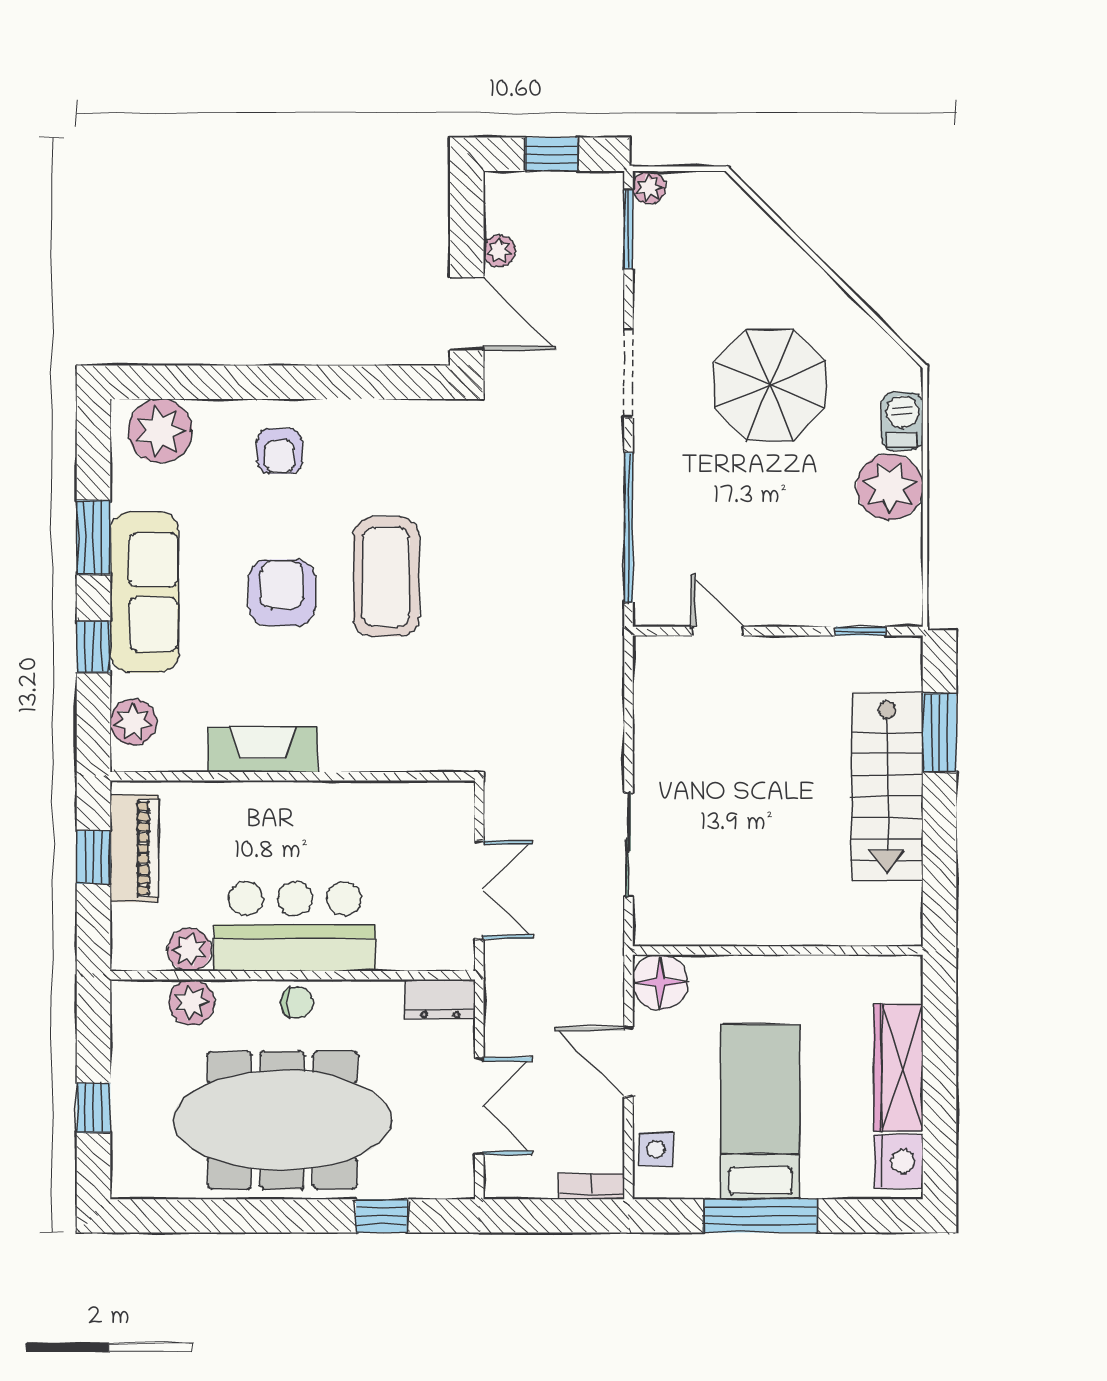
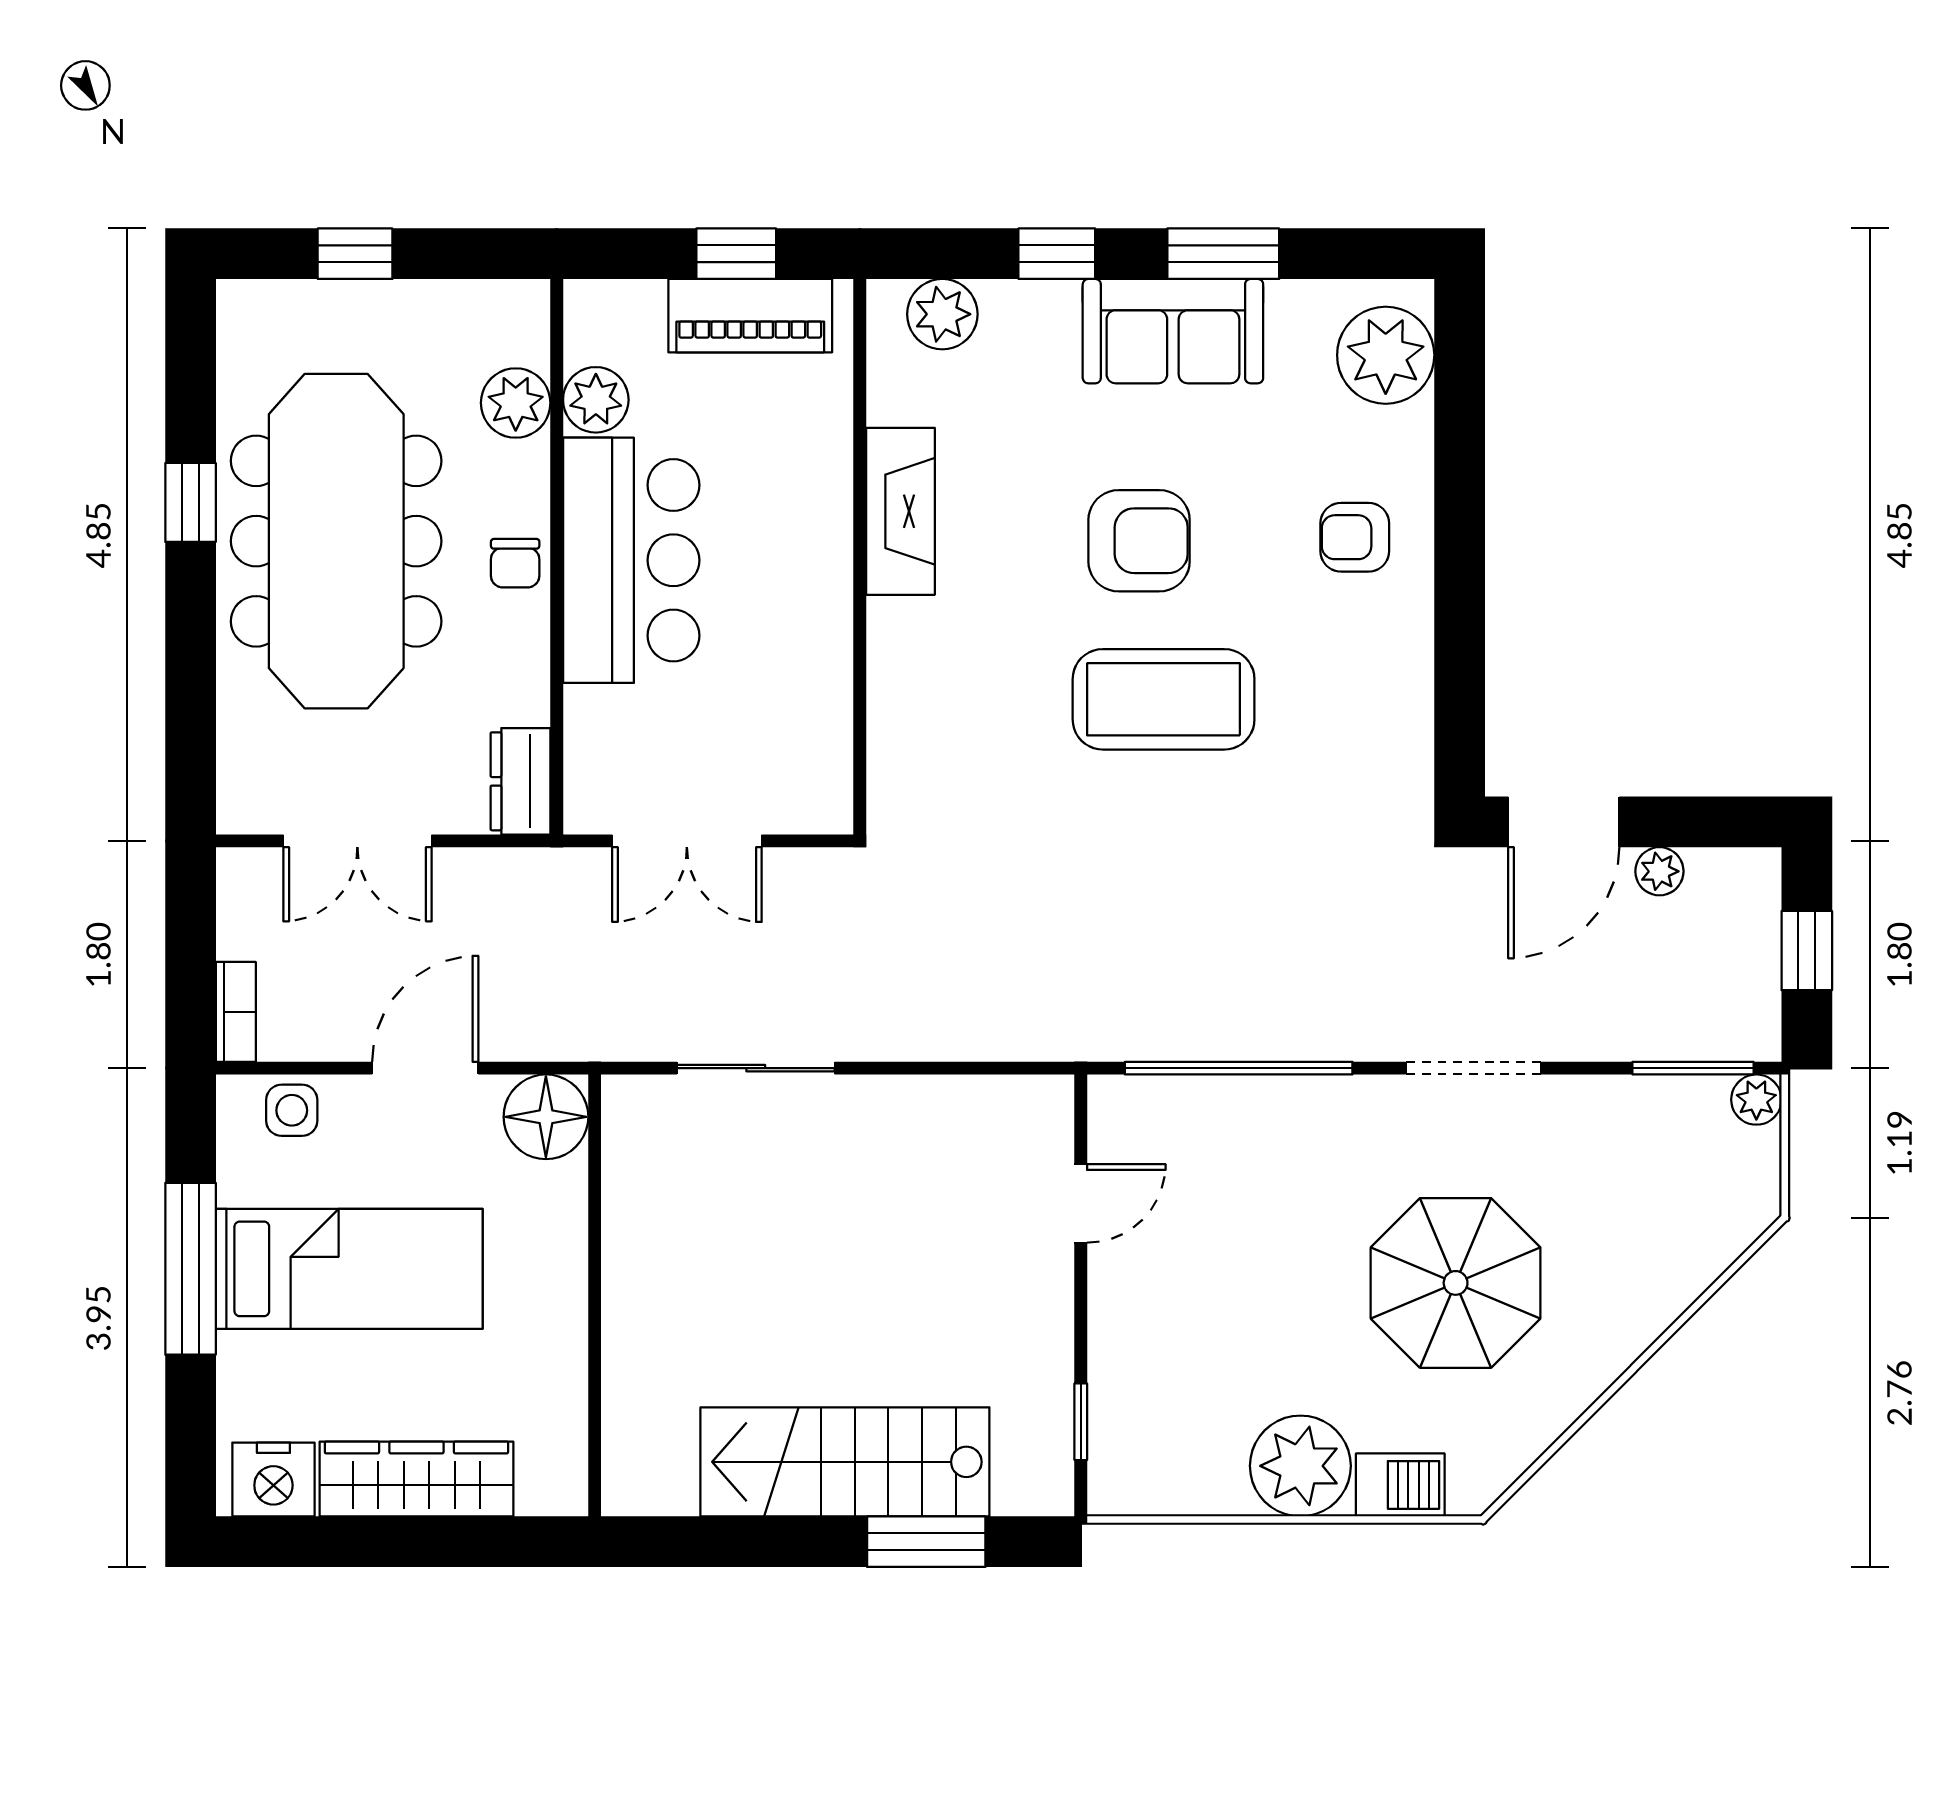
sofa: (144, 592) -> (1173, 331), width x0.73
window: (382, 1216) -> (191, 502), moved

